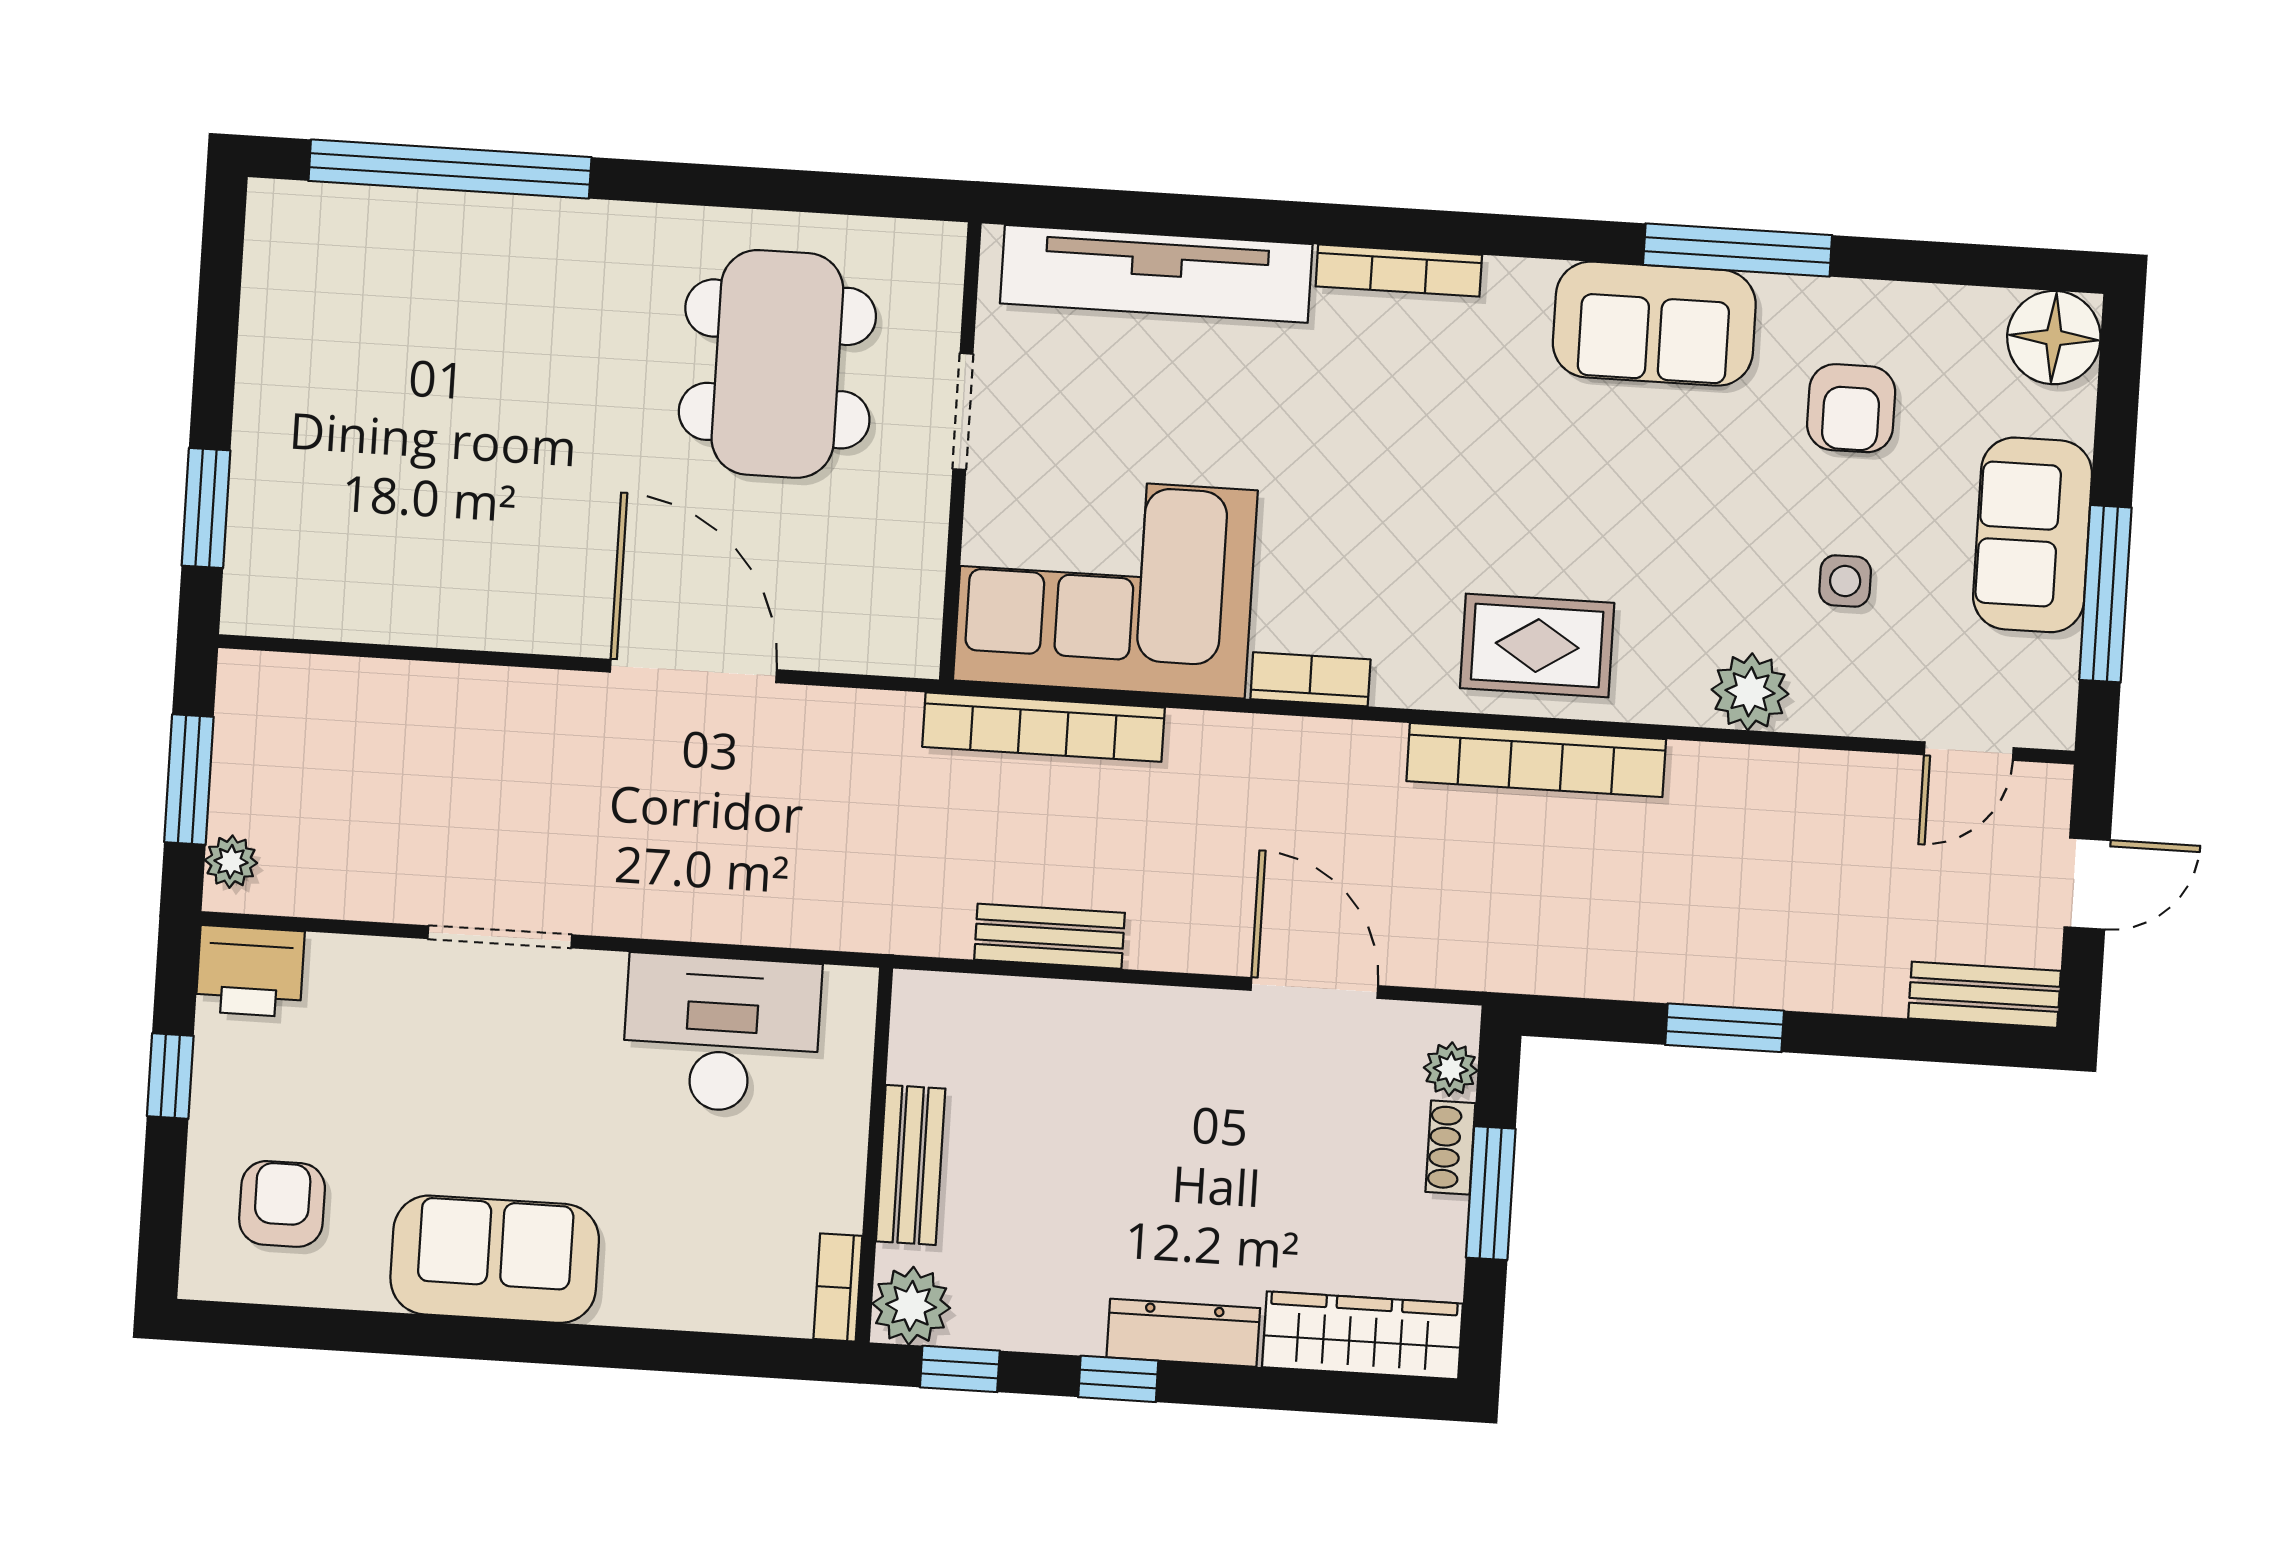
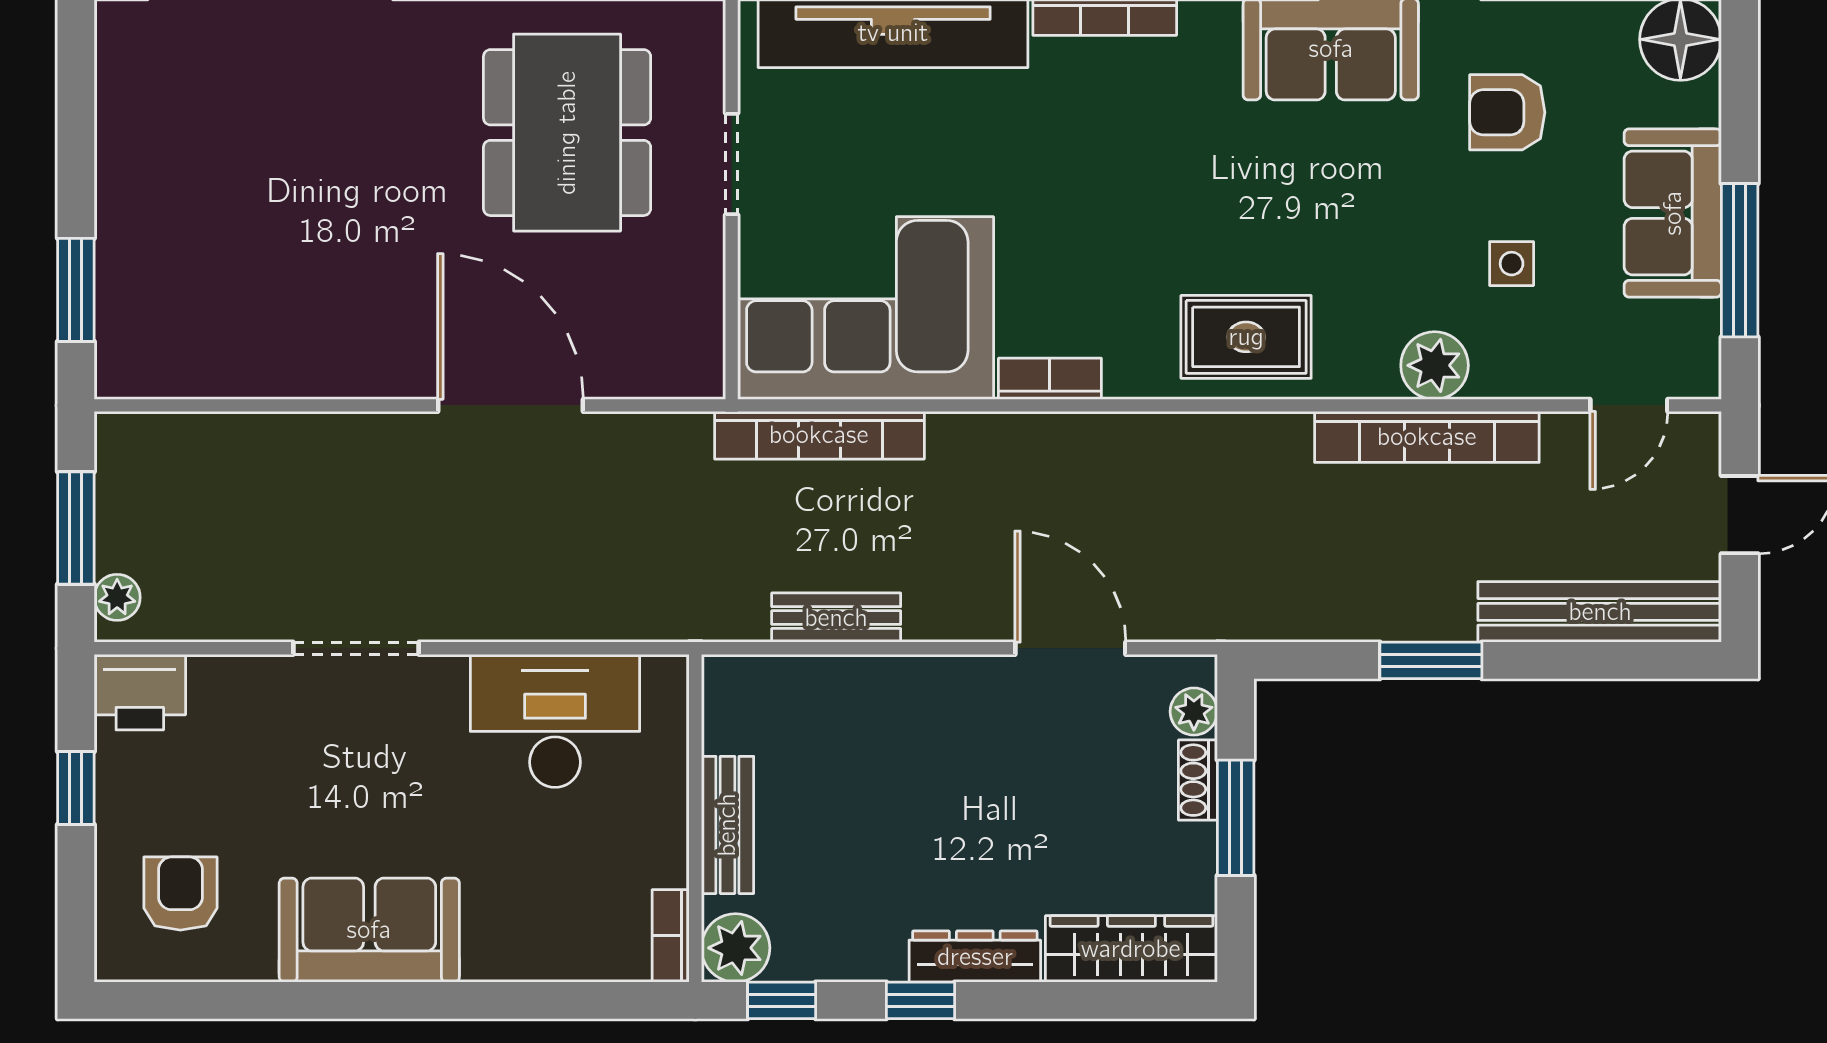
armchair: (1851, 408) -> (1507, 112), turned 90
bookcase: (1536, 760) -> (1427, 437), moved
bench: (1985, 995) -> (1600, 612), width x1.86, depth x1.21

